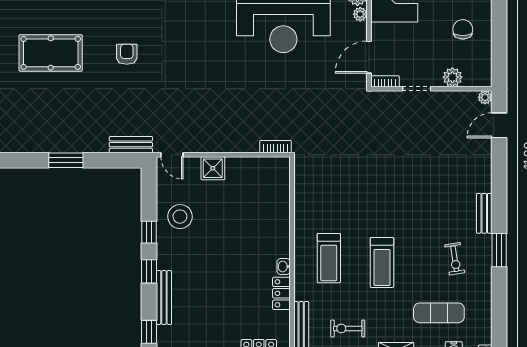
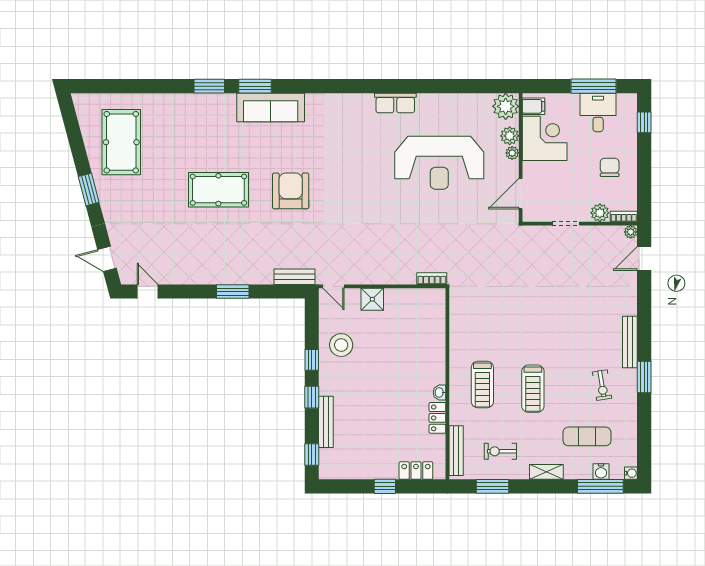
armchair: (127, 54) -> (291, 191), width x1.88, depth x1.88
bookcase: (385, 81) -> (624, 217), moved
bench: (484, 213) -> (630, 342), width x1.36

